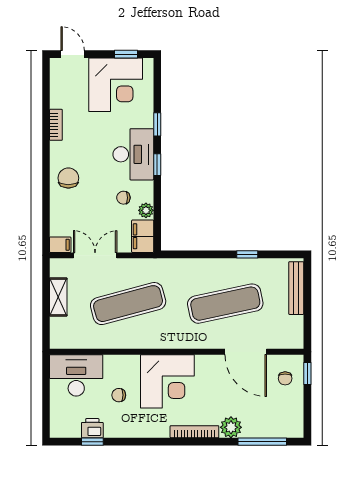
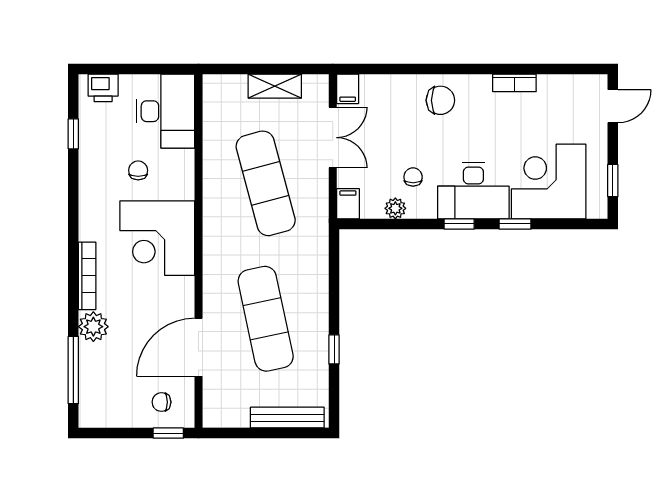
corner desk: (116, 85) -> (549, 181), moved, turned 90
filing cabinet: (143, 236) -> (348, 204), width x0.50
printer: (92, 428) -> (103, 88), moved, turned 90

